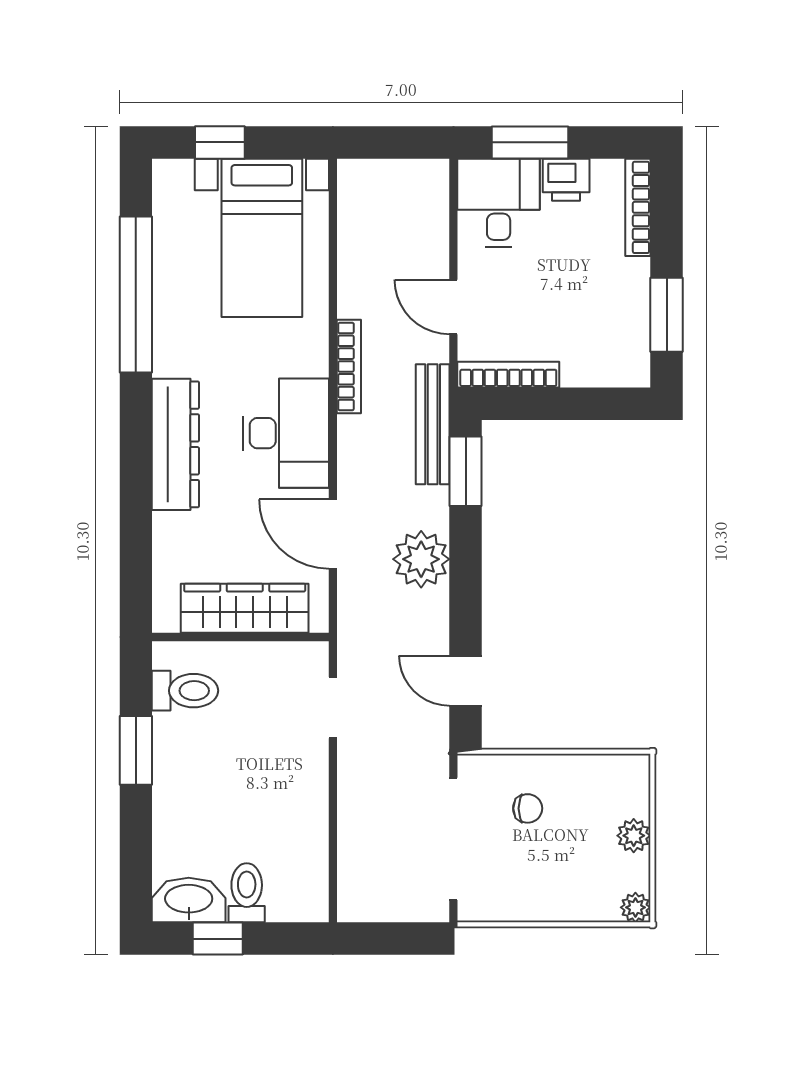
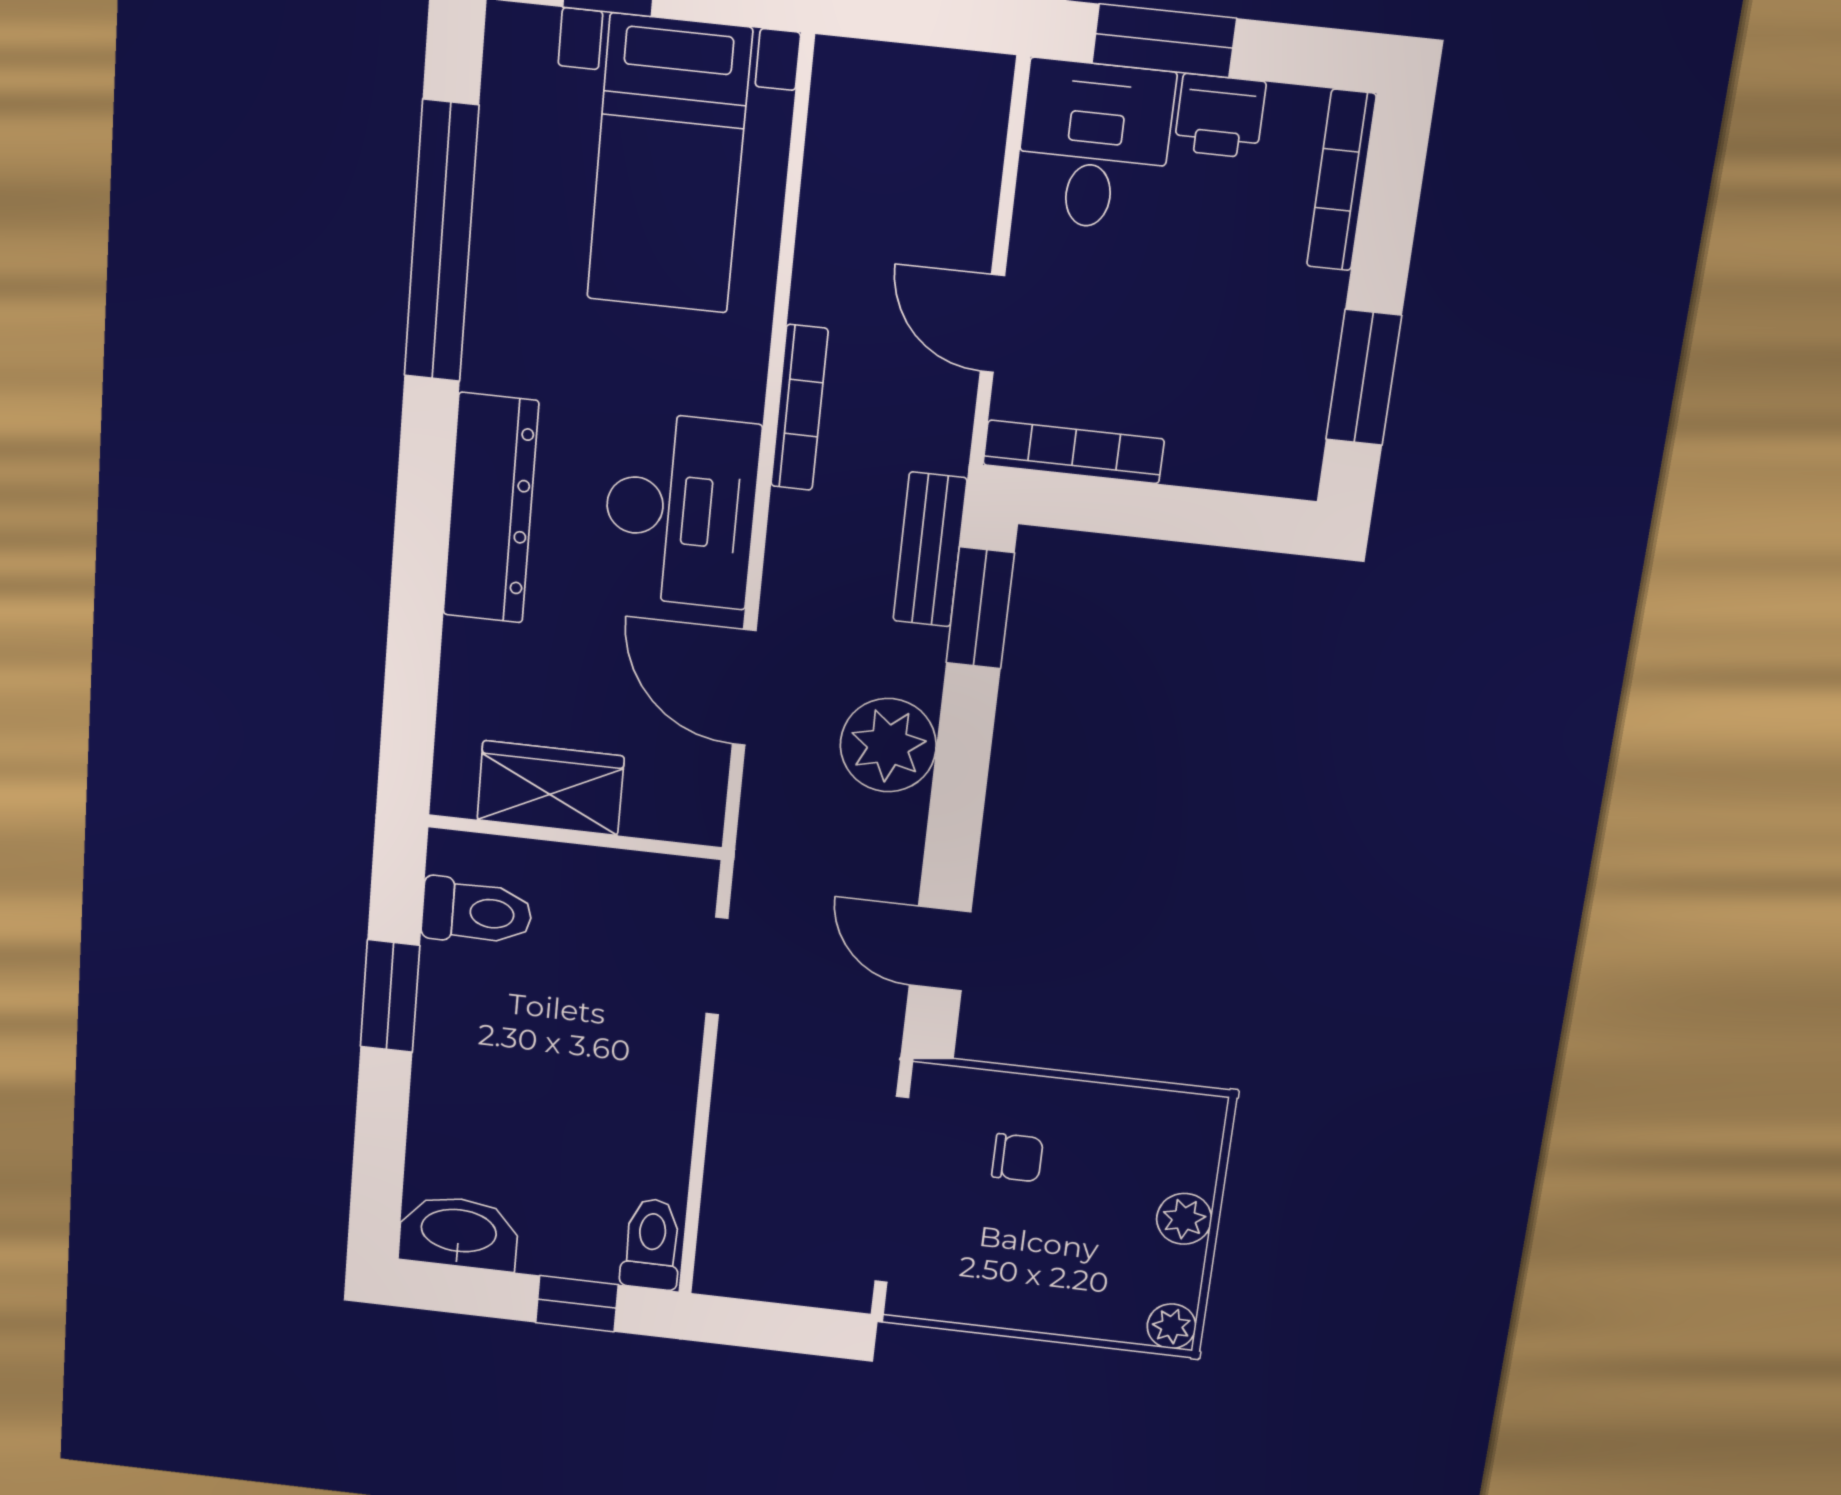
bench: (433, 424) -> (930, 550), width x0.73
wardrobe: (245, 608) -> (550, 788), width x0.67
toilet: (247, 893) -> (651, 1244), moved
window: (218, 939) -> (577, 1304), moved

